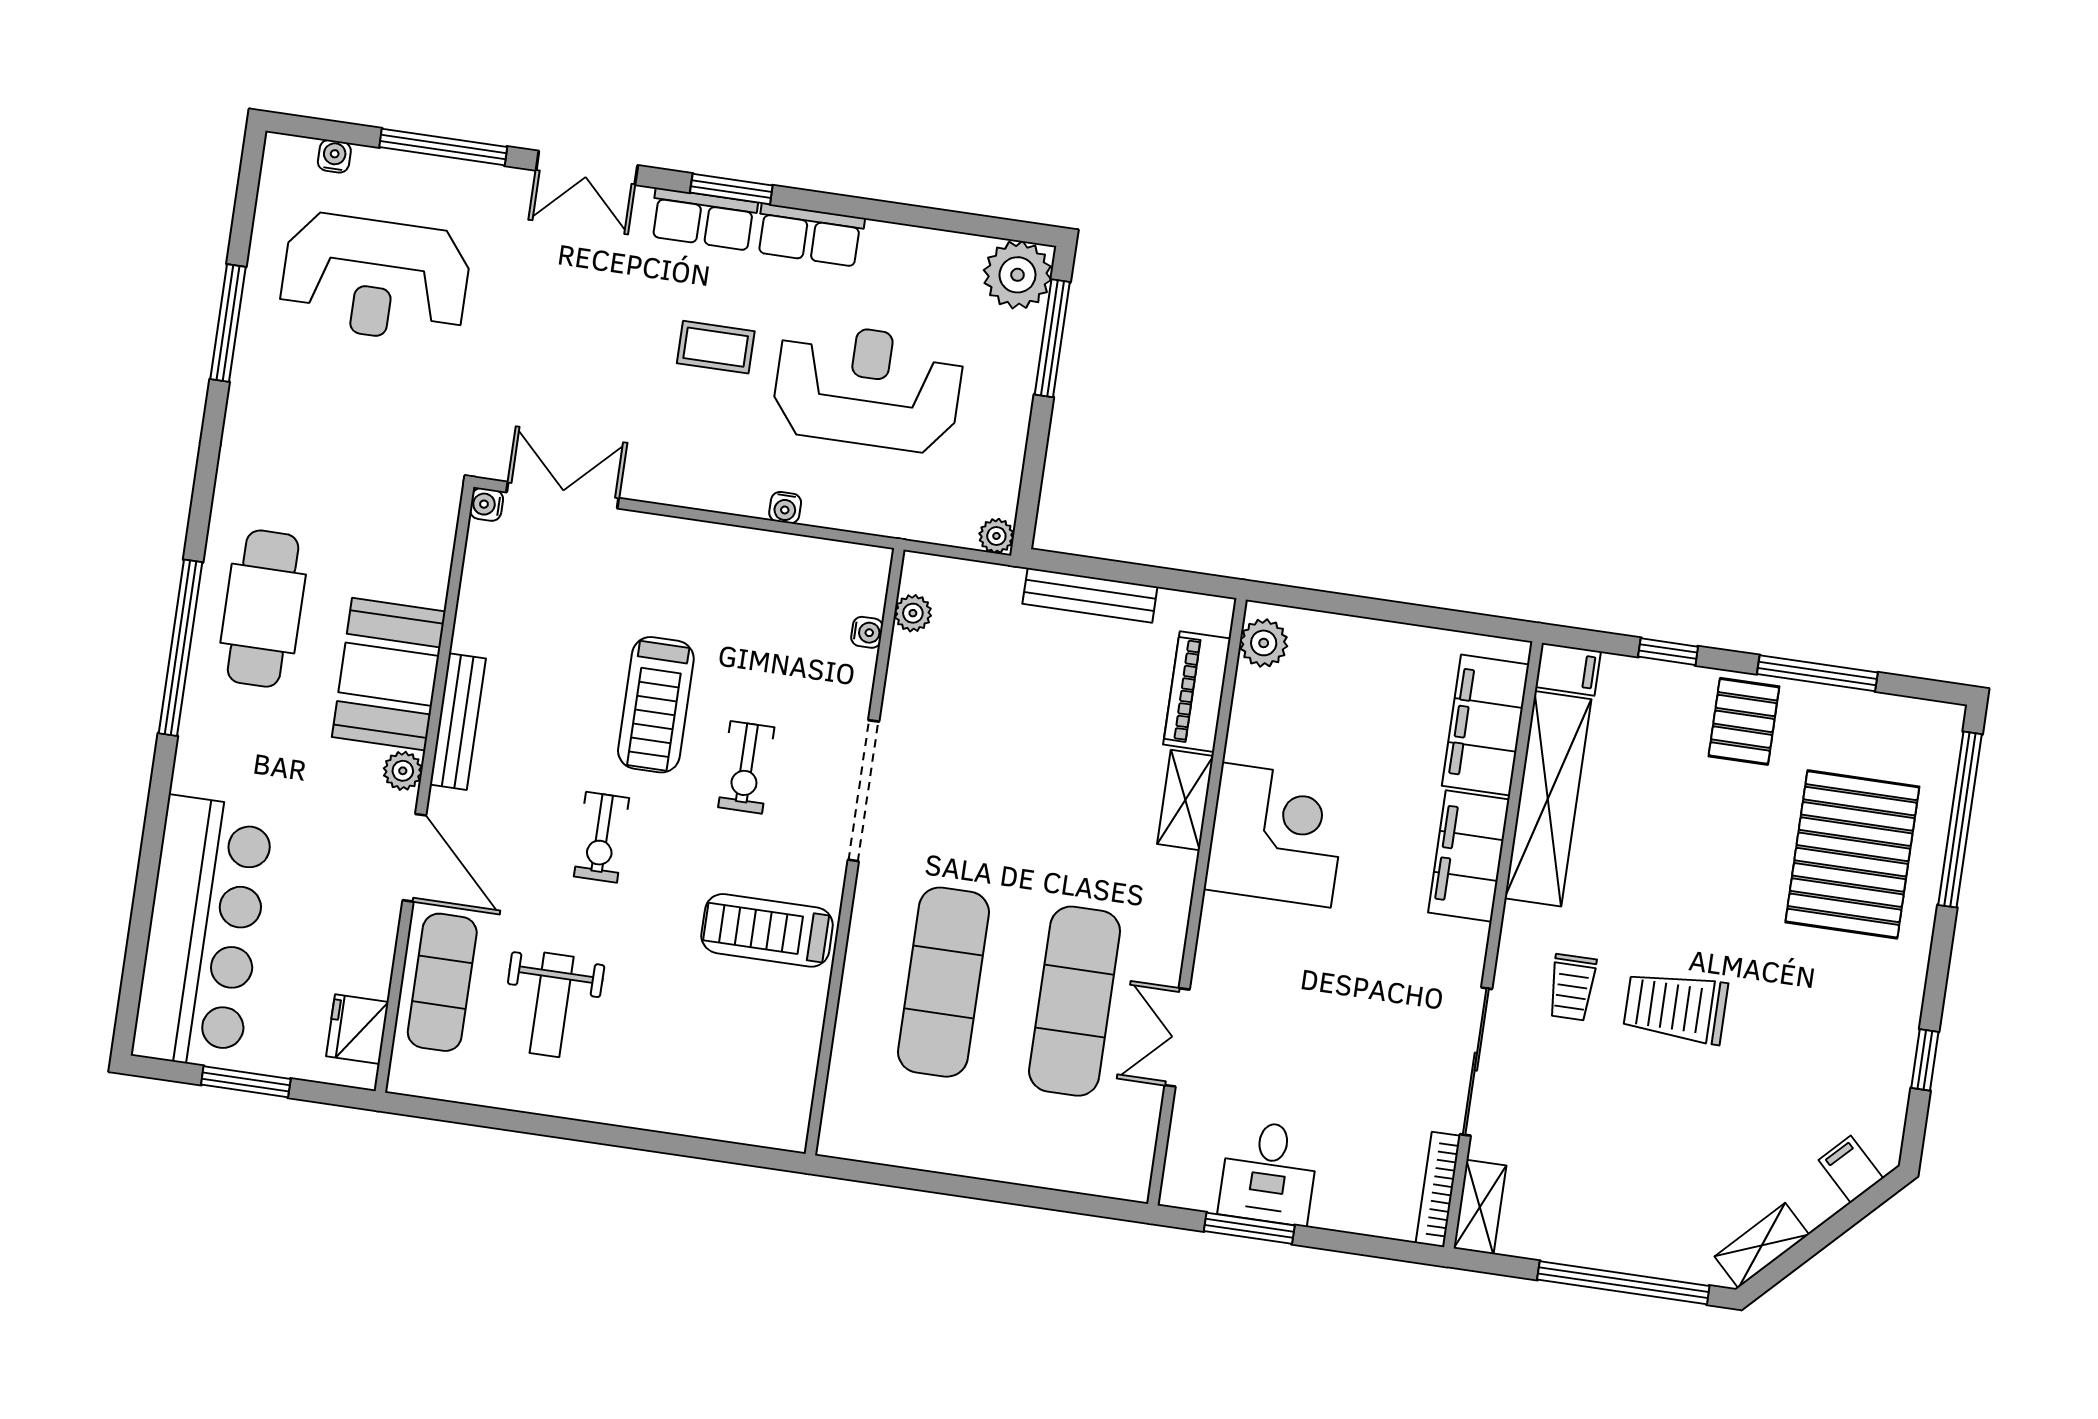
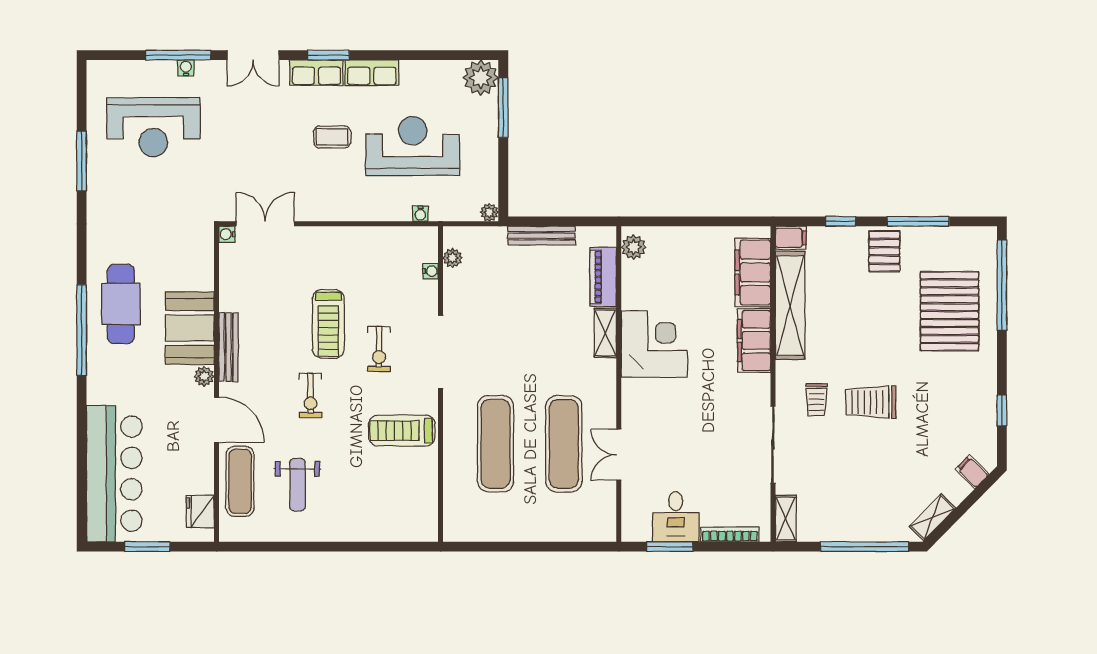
water cooler: (334, 156) -> (186, 68), moved
water cooler: (785, 508) -> (420, 214), moved
bookcase: (1438, 1189) -> (730, 534), moved, turned 90

